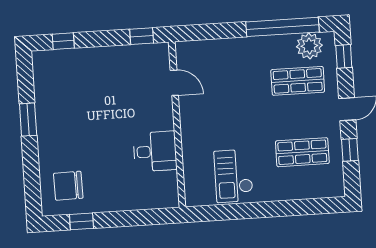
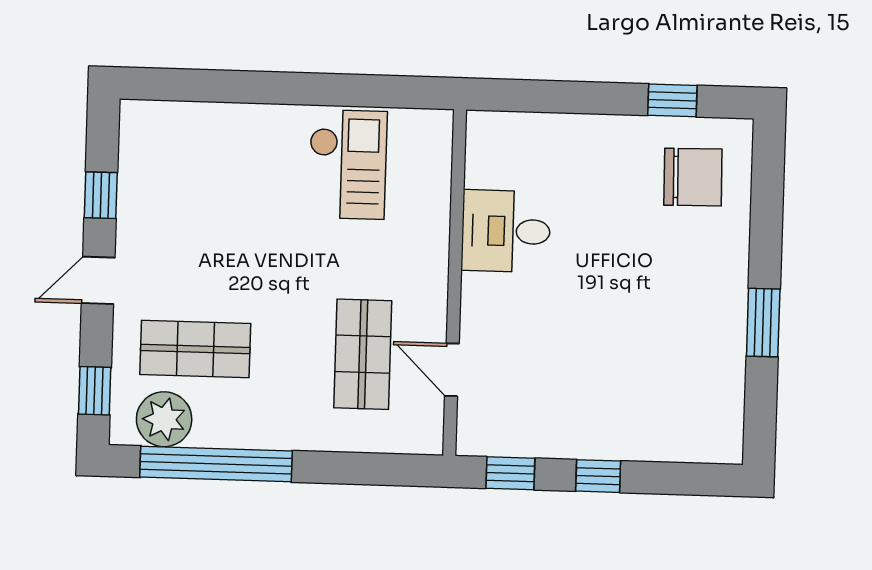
window: (63, 41) -> (598, 476), moved
shop shelf: (302, 152) -> (363, 354), moved, turned 90

